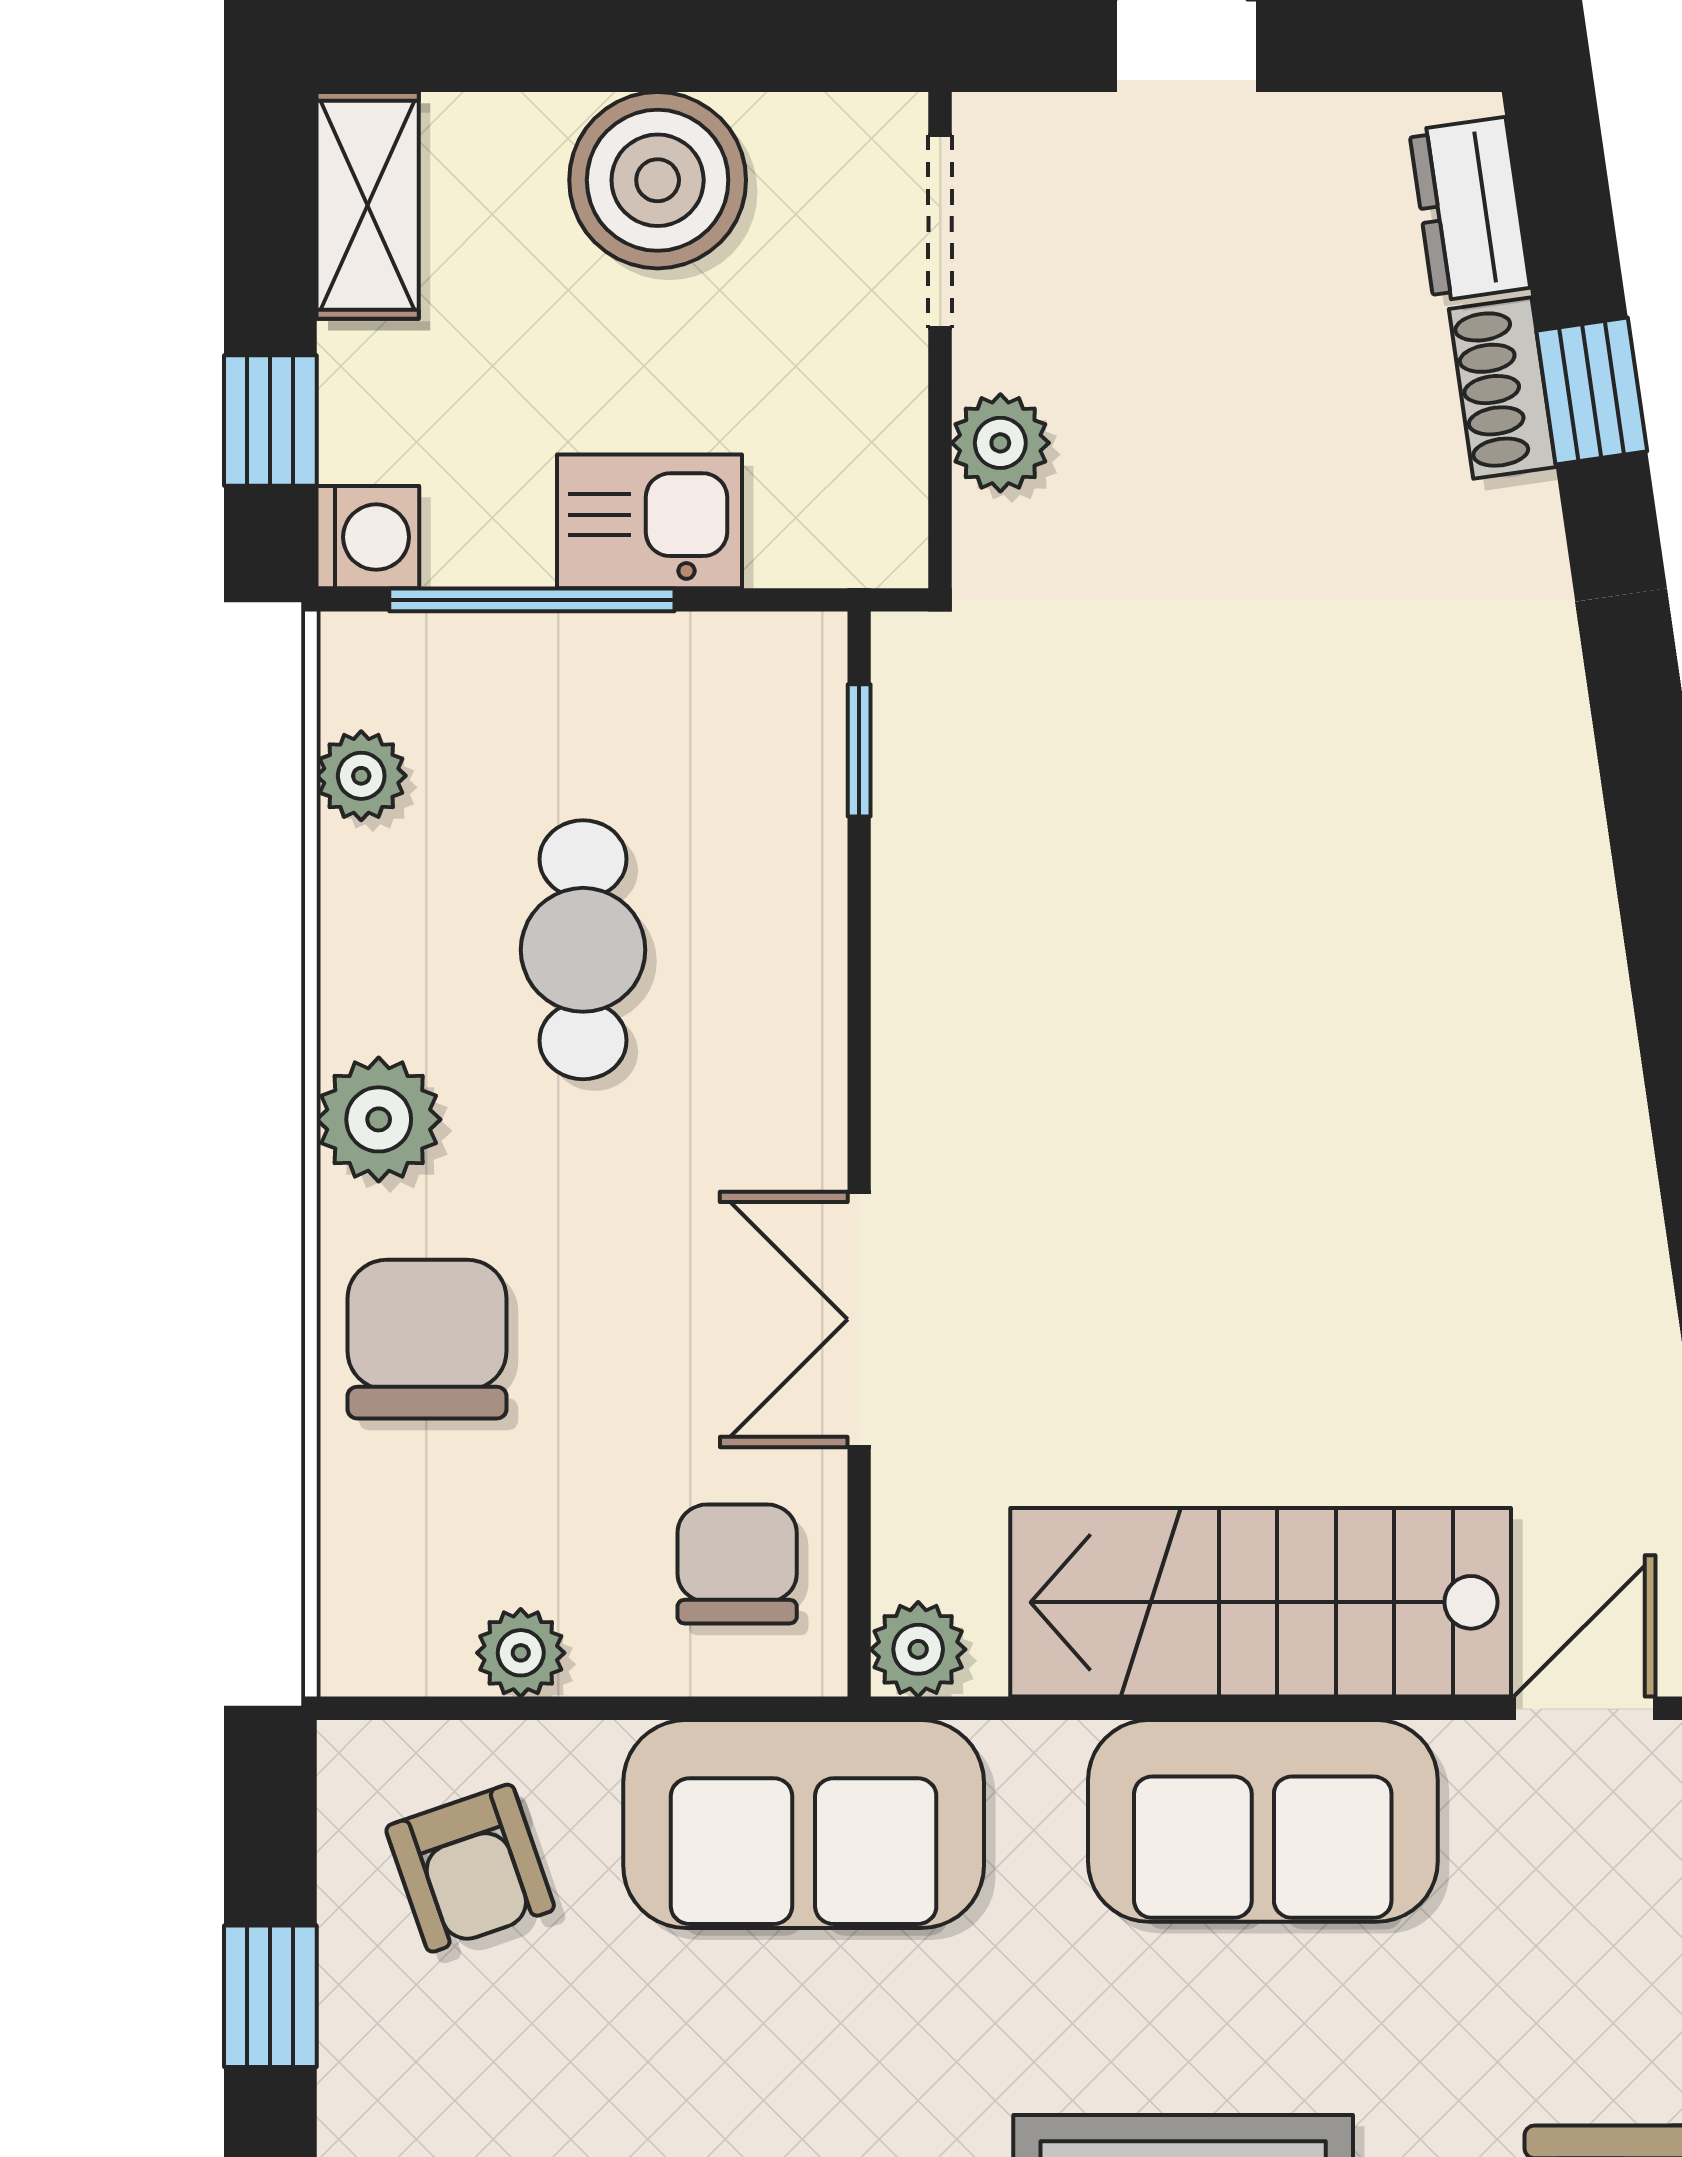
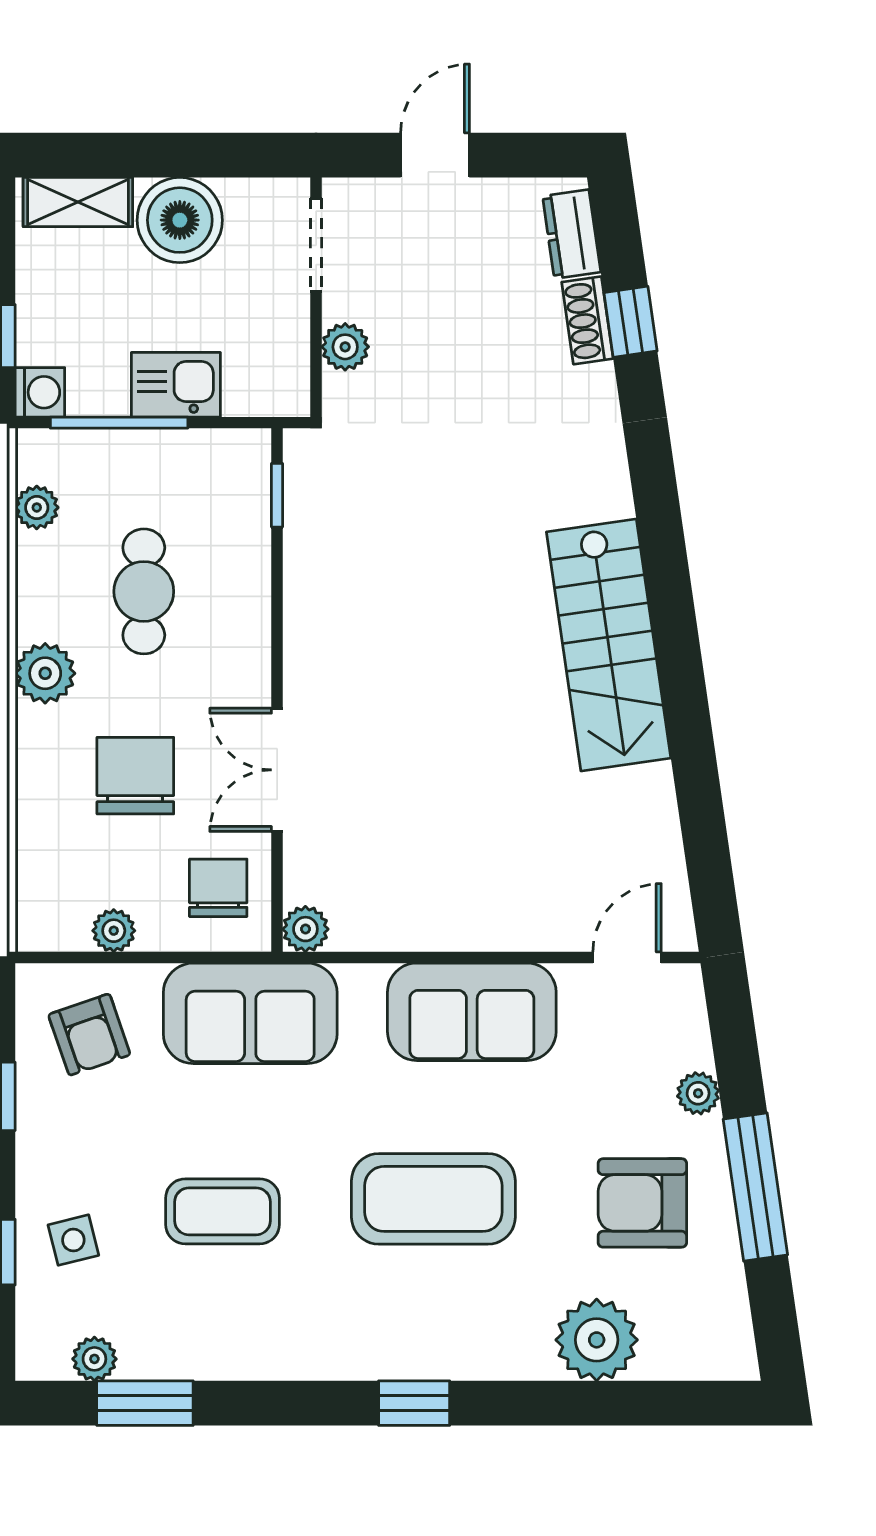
shelving: (368, 205) -> (78, 202), moved, turned 90
chair: (427, 1339) -> (135, 776), moved
stairs: (1261, 1602) -> (609, 645), moved, turned -98

